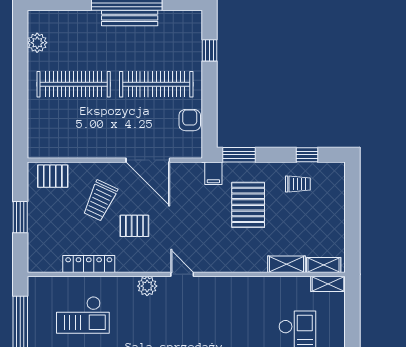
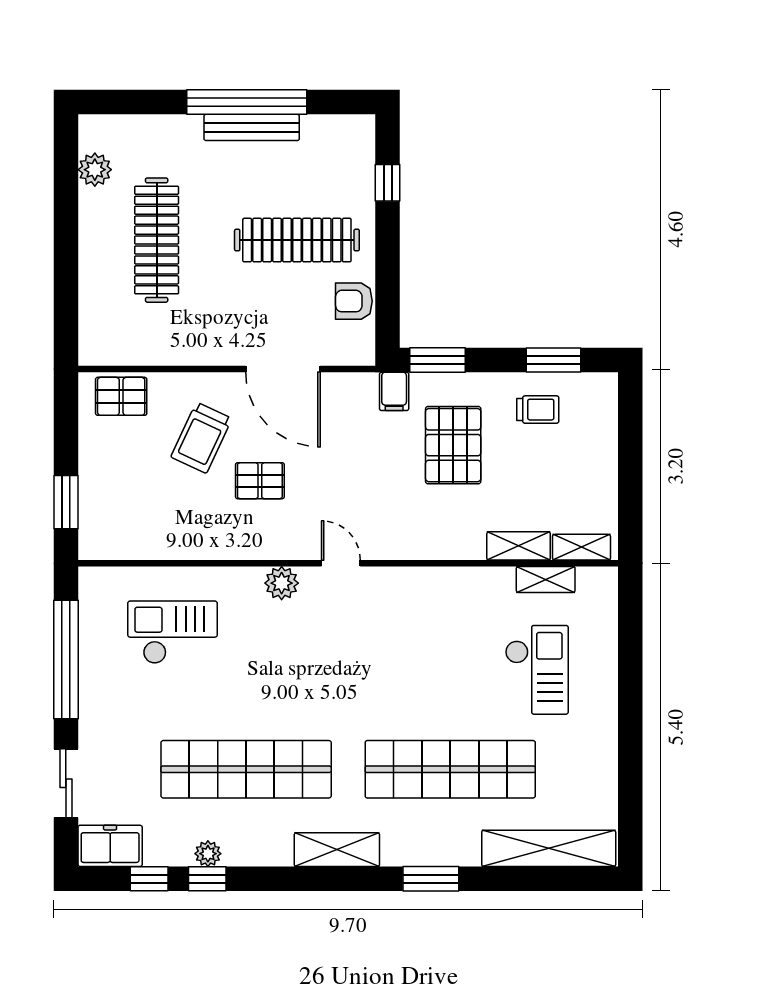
clothes rail: (74, 84) -> (157, 240), turned 90
armchair: (190, 120) -> (354, 301), turned -90
window: (307, 155) -> (553, 360), width x1.50
window: (20, 217) -> (66, 502), moved
locker: (89, 264) -> (182, 546), removed
shelving: (328, 284) -> (546, 579), moved
checkout: (83, 315) -> (172, 632), turned 180

